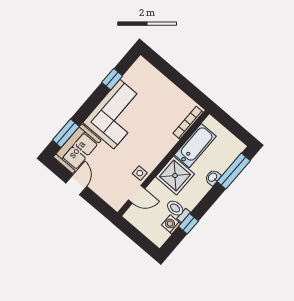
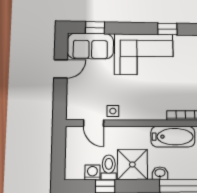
window: (66, 133) -> (95, 28), width x0.67
shower: (175, 175) -> (132, 165), moved

